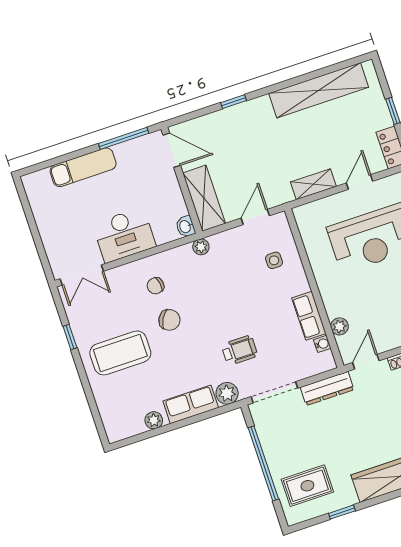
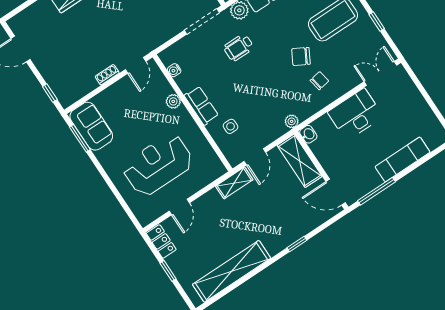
shelving: (313, 184) -> (234, 183), moved
row of seats: (309, 316) -> (201, 106), moved
plant: (339, 326) -> (173, 101), moved
dresser: (327, 388) -> (161, 36), removed

